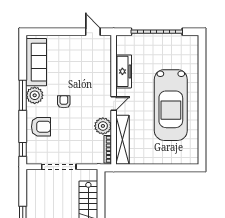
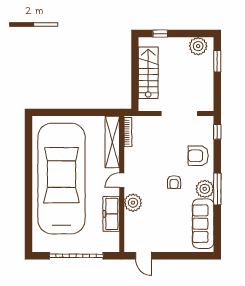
car: (171, 105) -> (61, 179), width x1.36, depth x1.48
plant: (103, 126) -> (133, 203), moved

